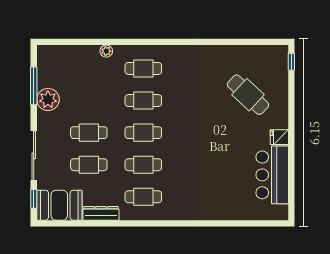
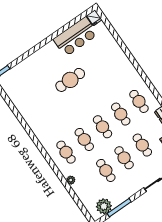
cafe table: (248, 95) -> (70, 80), moved, turned 47
plant: (48, 99) -> (104, 206), moved
cafe table: (89, 101) -> (106, 170), added
fridge: (279, 137) -> (94, 18), moved

